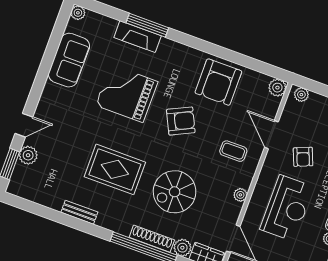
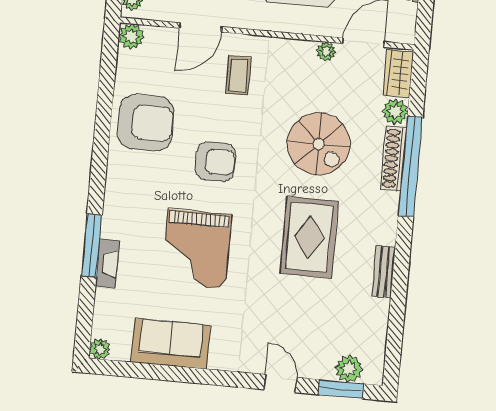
fireplace: (138, 37) -> (107, 263), width x0.73, depth x0.76
armchair: (181, 121) -> (215, 162), turned 116
plant: (28, 155) -> (349, 369), moved
plant: (240, 195) -> (326, 51), moved

